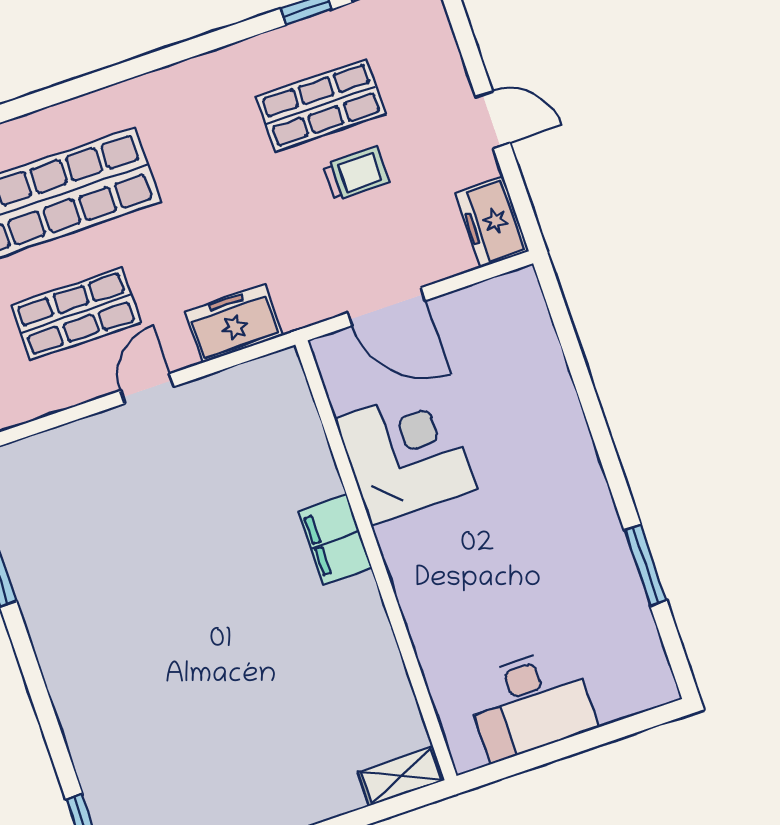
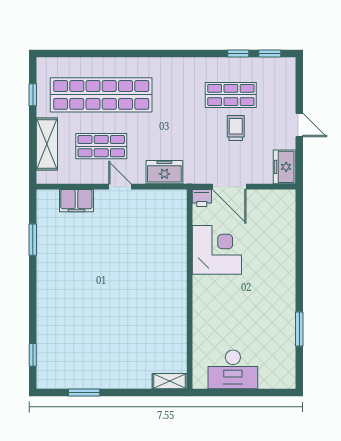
trolley: (356, 174) -> (236, 128), turned -90
printer: (335, 352) -> (202, 198), added
door: (147, 389) -> (120, 187), hinge flipped
filing cabinet: (335, 540) -> (76, 201), moved, turned -90

